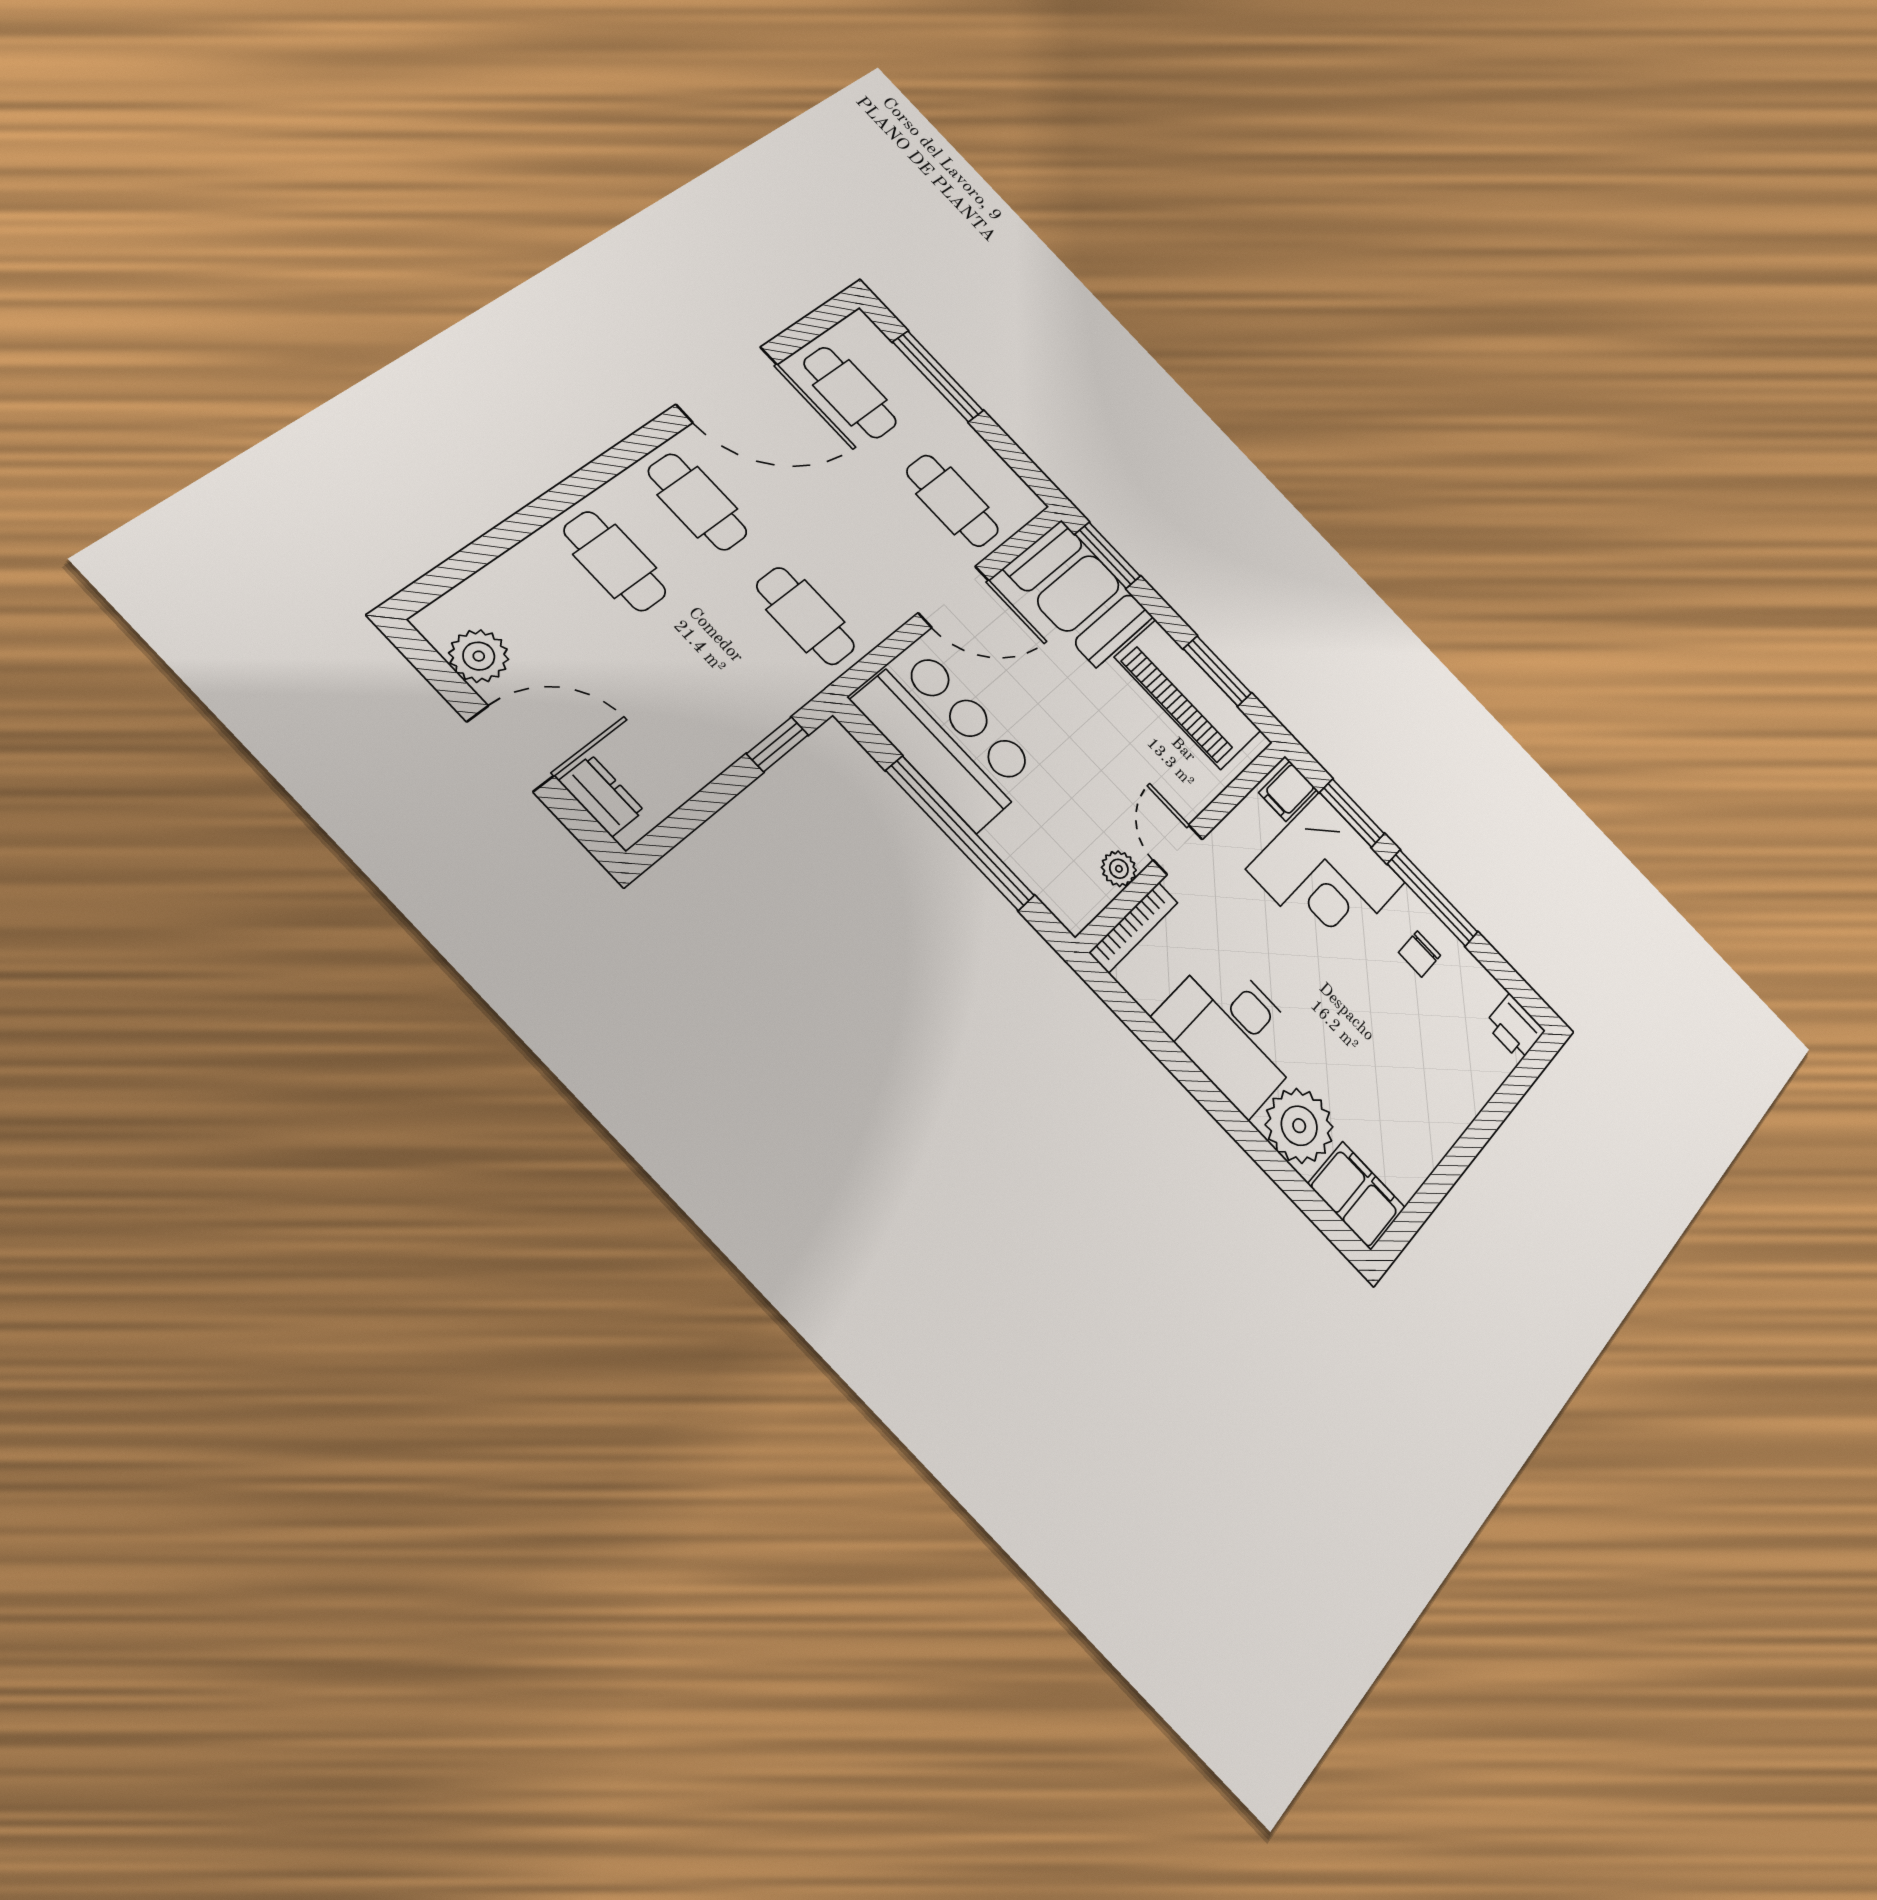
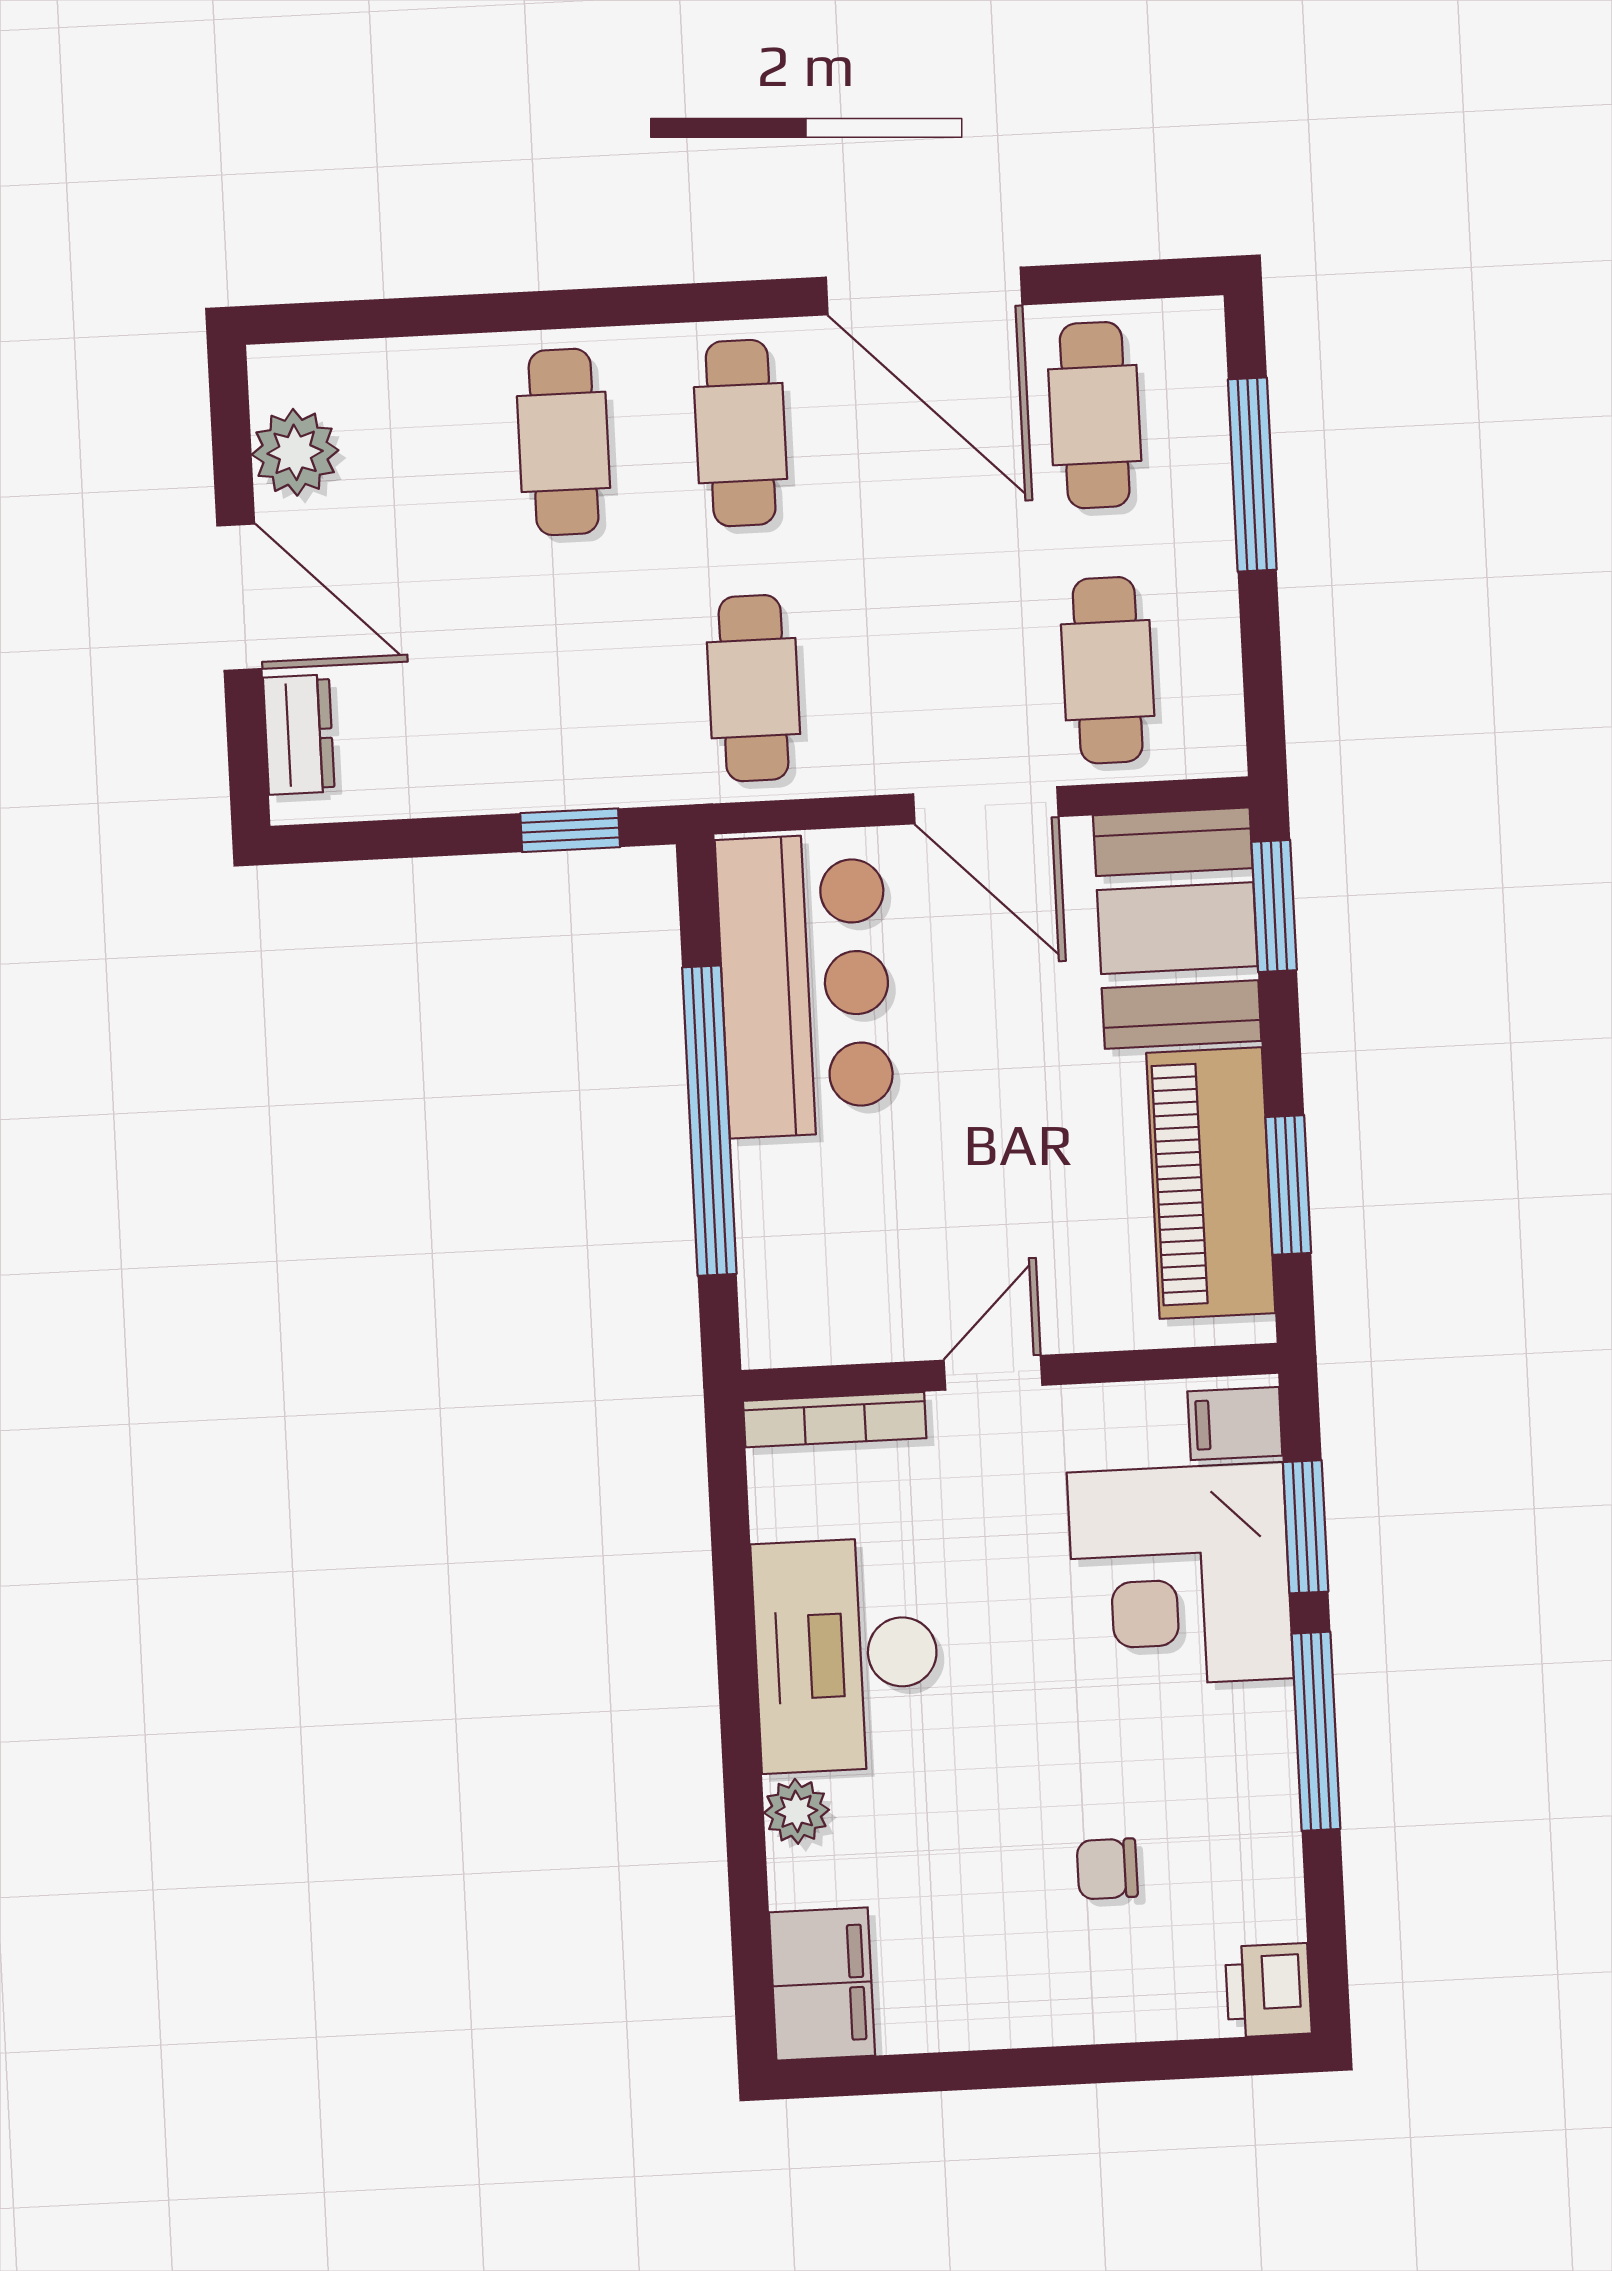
plant: (1119, 869) -> (885, 1332), removed
chair: (1419, 954) -> (1107, 1869), moved
plant: (1299, 1126) -> (796, 1811), width x0.53, depth x0.53

